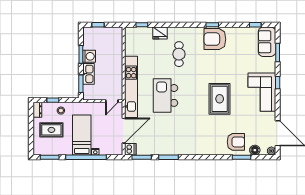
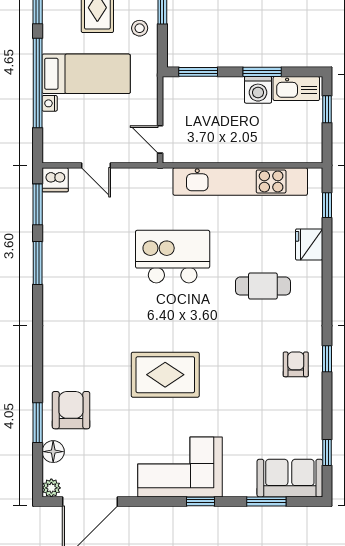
armchair: (215, 39) -> (296, 364), width x0.53, depth x0.53
kitchen sink: (89, 74) -> (296, 89), moved
kitchen unit: (131, 87) -> (240, 181), moved
door: (124, 131) -> (96, 165), width x0.53
armchair: (236, 142) -> (71, 410), turned 180

